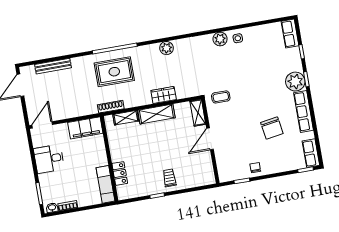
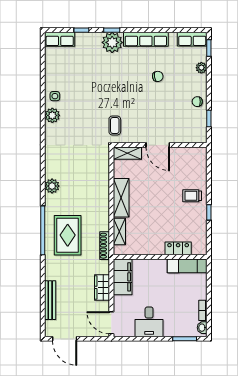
plant: (167, 48) -> (52, 186), moved
wardrobe: (164, 95) -> (102, 287), moved
chair: (272, 128) -> (158, 76), width x0.54, depth x0.54
plant: (287, 166) -> (201, 68), added

